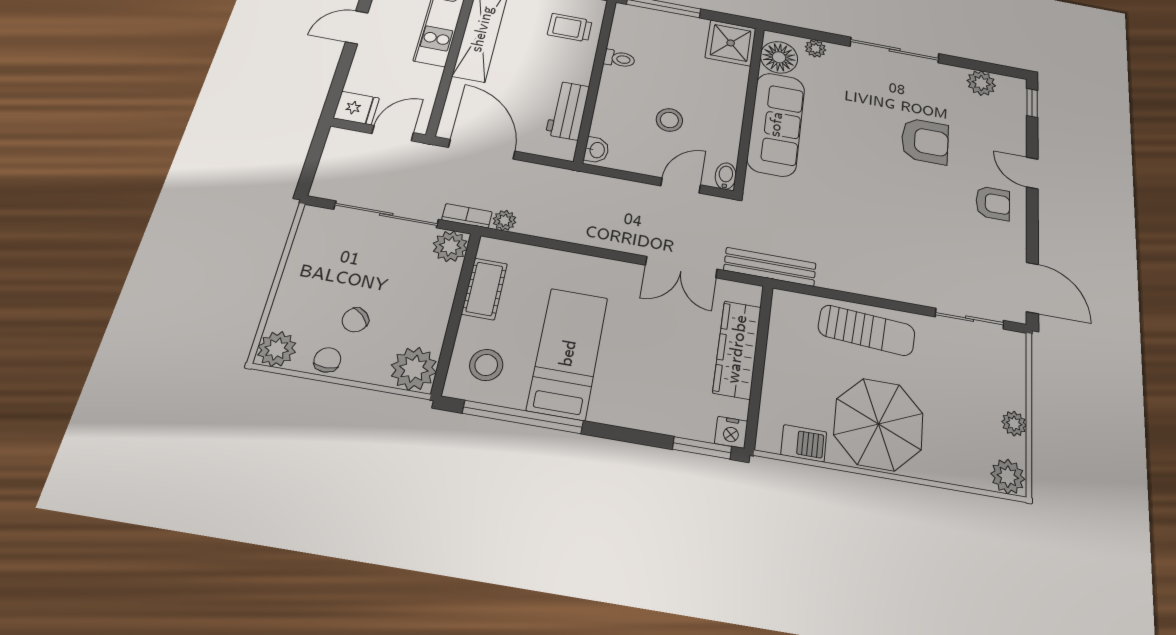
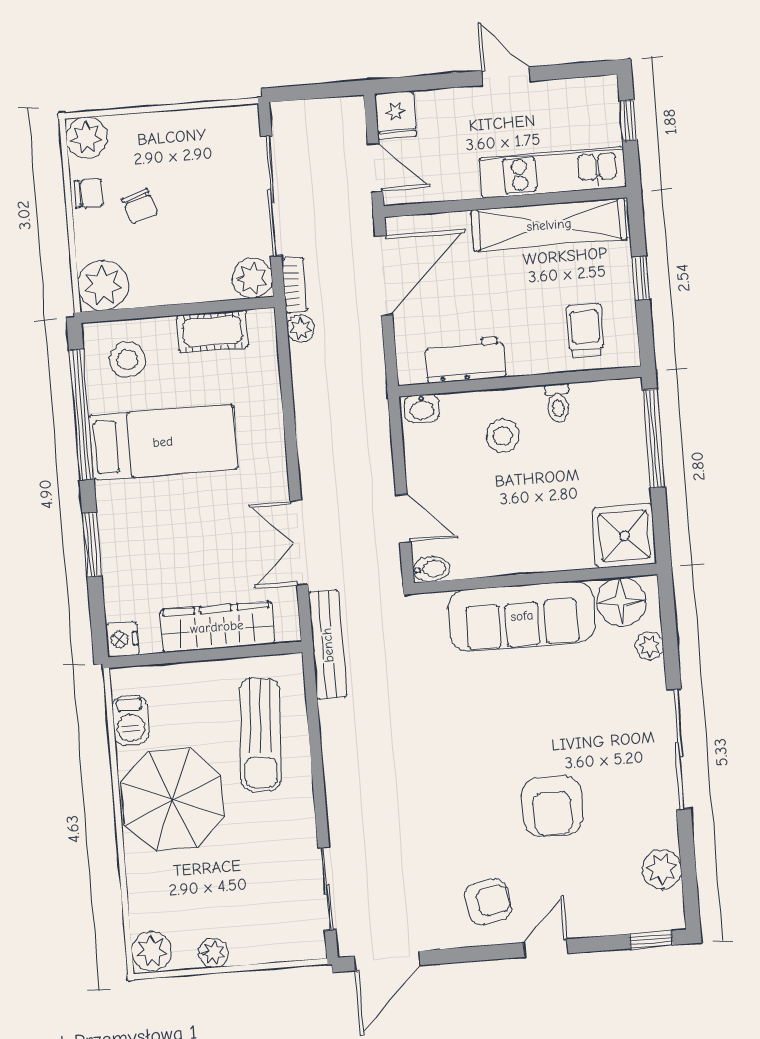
stool: (669, 120) -> (503, 436), moved
armchair: (993, 203) -> (488, 902), turned -100
chair: (355, 320) -> (140, 206), turned -151
sun lounger: (867, 330) -> (261, 735), moved
window: (702, 448) -> (92, 545), moved

